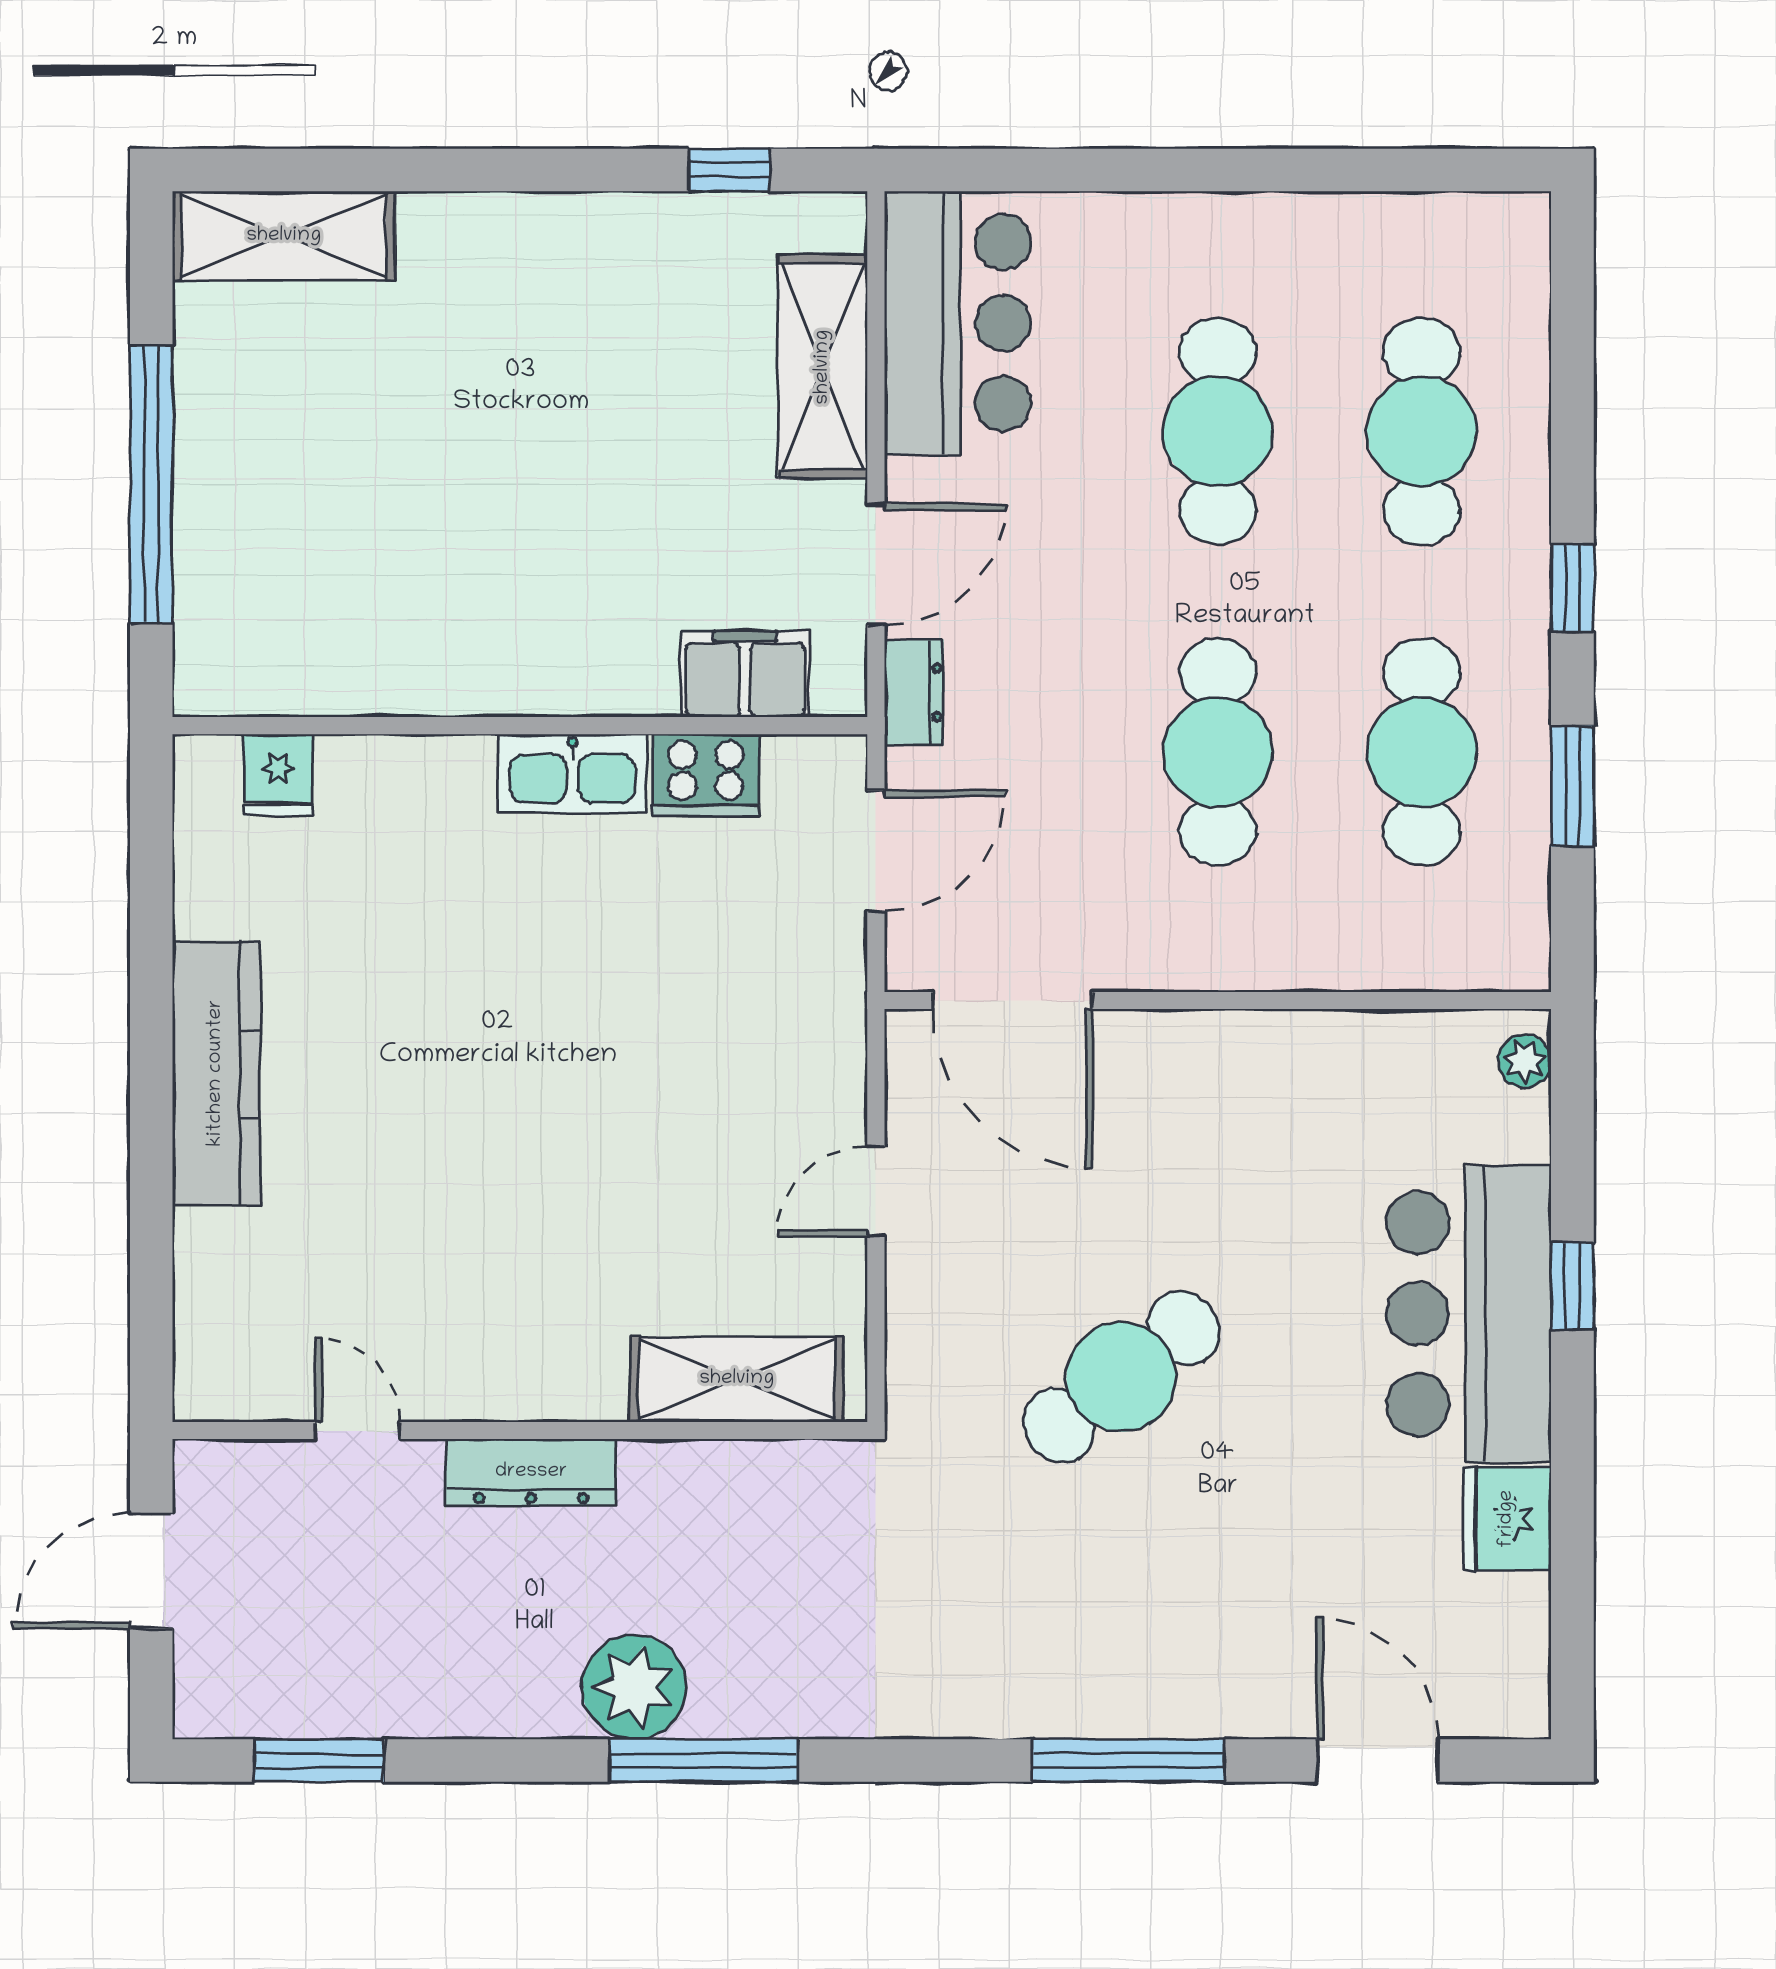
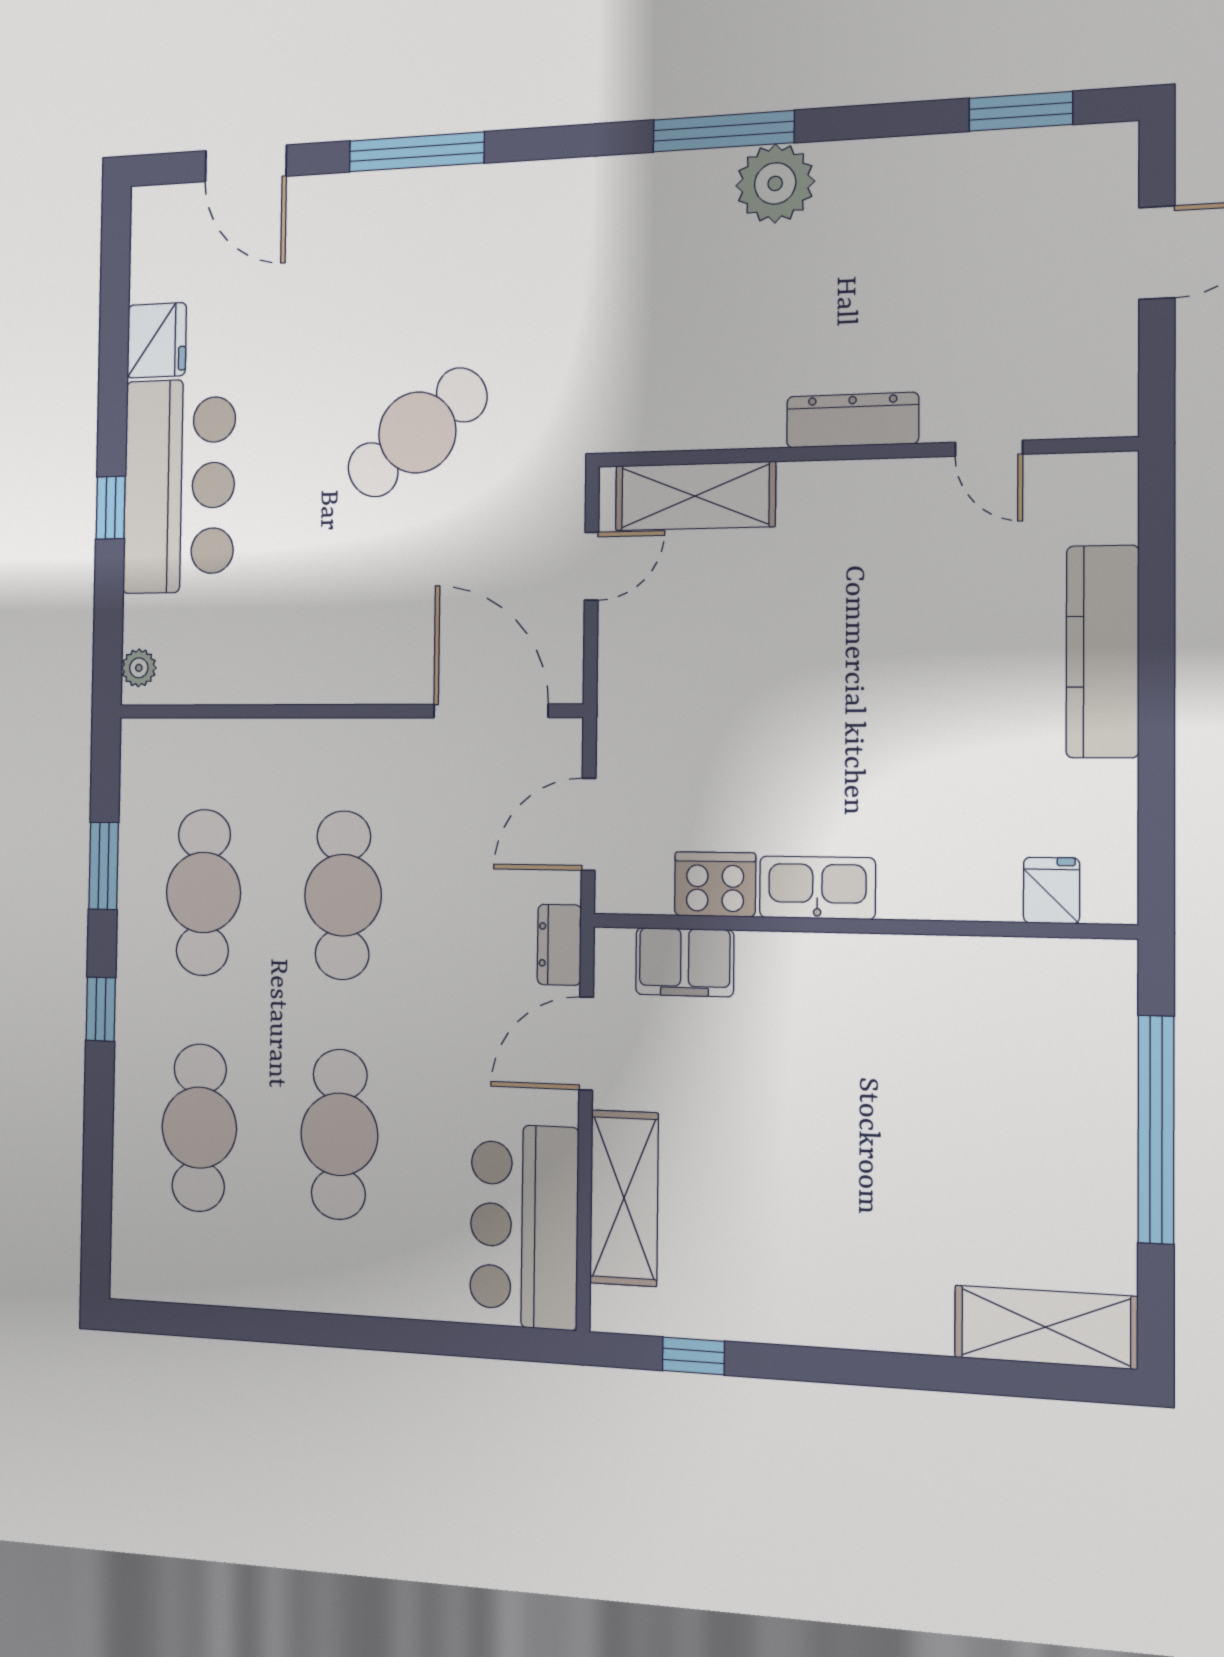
shelving: (737, 1379) -> (695, 496), moved
door: (357, 1431) -> (989, 448), moved
wall: (520, 1431) -> (861, 452), moved
dresser: (531, 1472) -> (852, 420), moved

